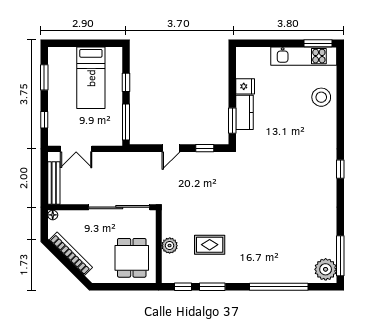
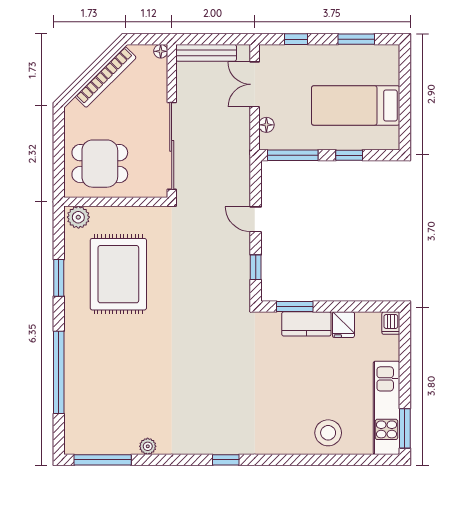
dishwasher: (244, 53) -> (391, 323), added
floor lamp: (105, 141) -> (266, 125), added
rug: (210, 245) -> (118, 274), width x1.86, depth x2.06
plant: (170, 246) -> (78, 217), moved
plant: (326, 269) -> (148, 446), moved, width x0.53, depth x0.53
window: (183, 287) -> (59, 236), removed

